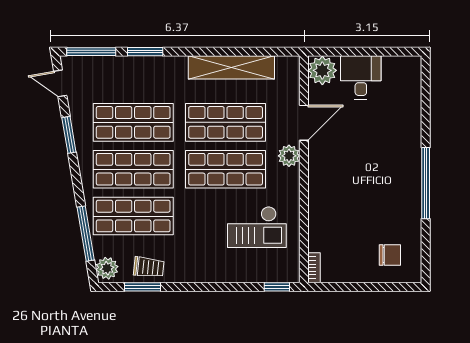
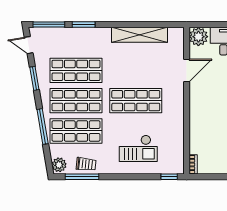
shop shelf: (226, 122) -> (136, 70), removed
plant: (289, 156) -> (177, 92), removed
checkout: (257, 227) -> (138, 148), moved
window: (86, 234) -> (43, 127), moved
window: (142, 287) -> (82, 177), width x1.44

